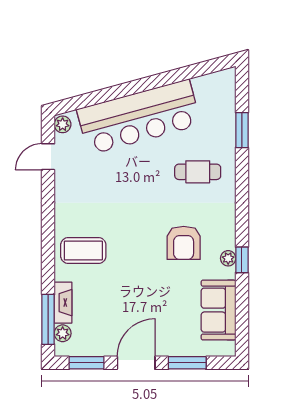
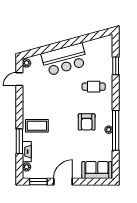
bar counter: (139, 117) -> (64, 59), width x0.73
window: (242, 260) -> (116, 130), width x3.17
sofa: (218, 310) -> (97, 170), moved, turned 90
window: (48, 319) -> (19, 141), moved
window: (187, 363) -> (88, 182), removed

